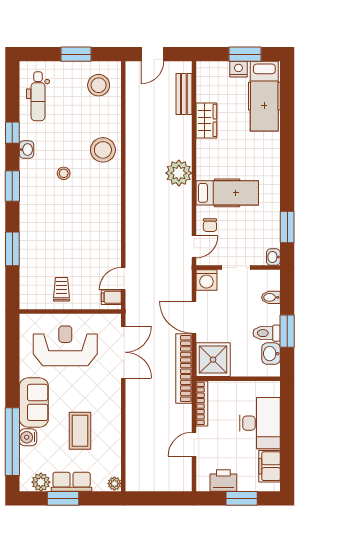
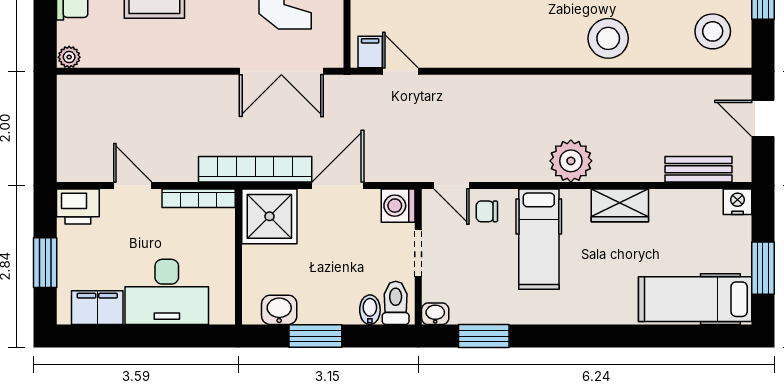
nightstand: (238, 69) -> (737, 202), moved, turned -90
wardrobe: (206, 120) -> (620, 205), moved
toilet: (267, 333) -> (396, 303), moved
printer: (223, 480) -> (78, 206), moved, turned 90

